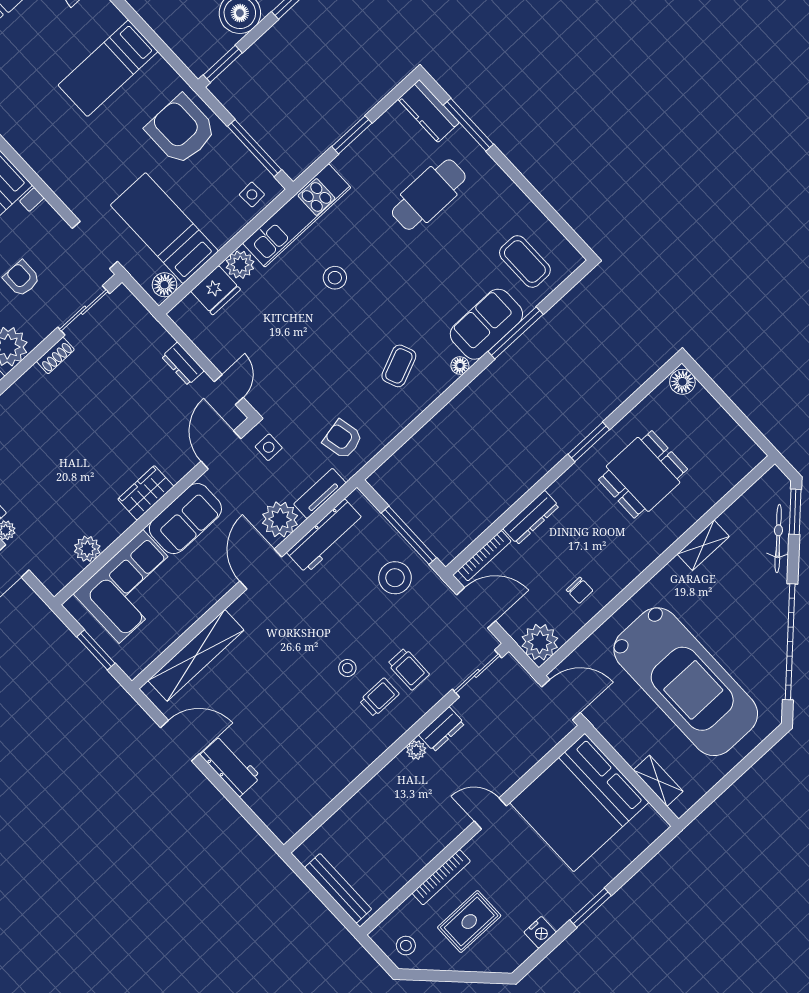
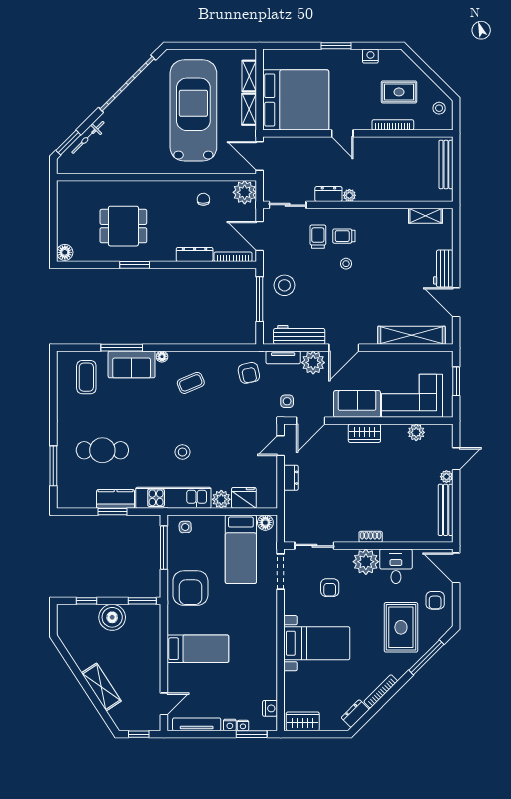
kitchen counter: (429, 111) -> (116, 499), moved, turned -90
shoe rack: (55, 355) -> (371, 537), moved
shelving: (703, 545) -> (249, 109), moved, turned 90
shelving: (307, 808) -> (426, 216), added

